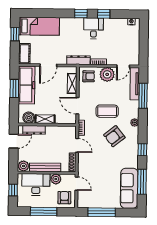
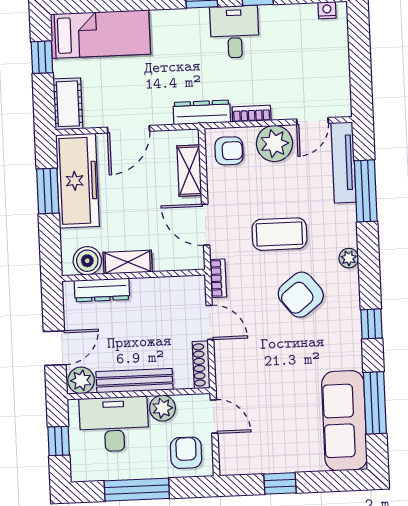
door: (14, 141) -> (55, 348), moved
window: (102, 212) -> (280, 483), width x0.46

